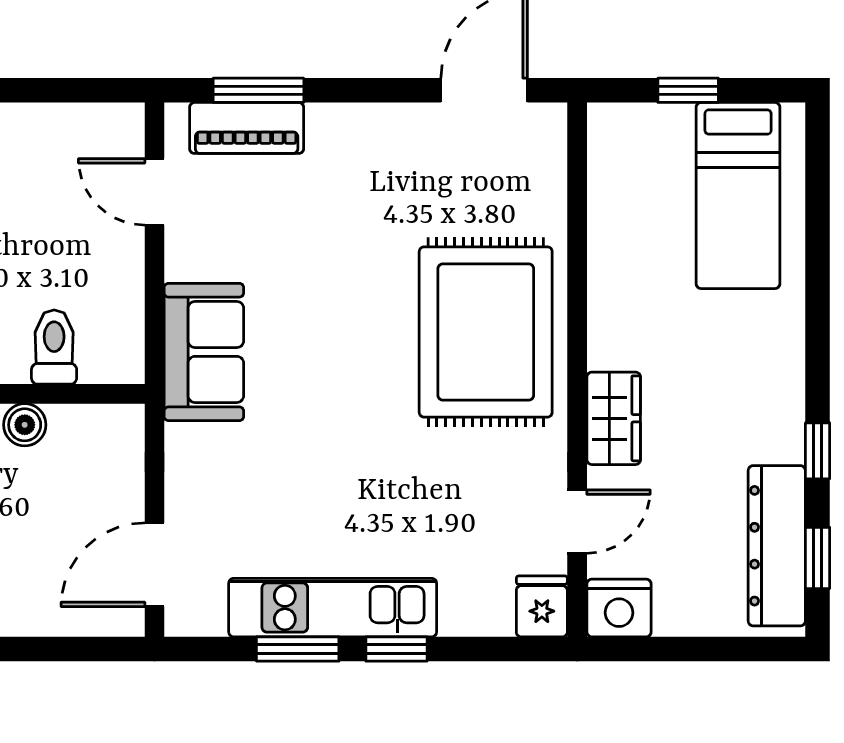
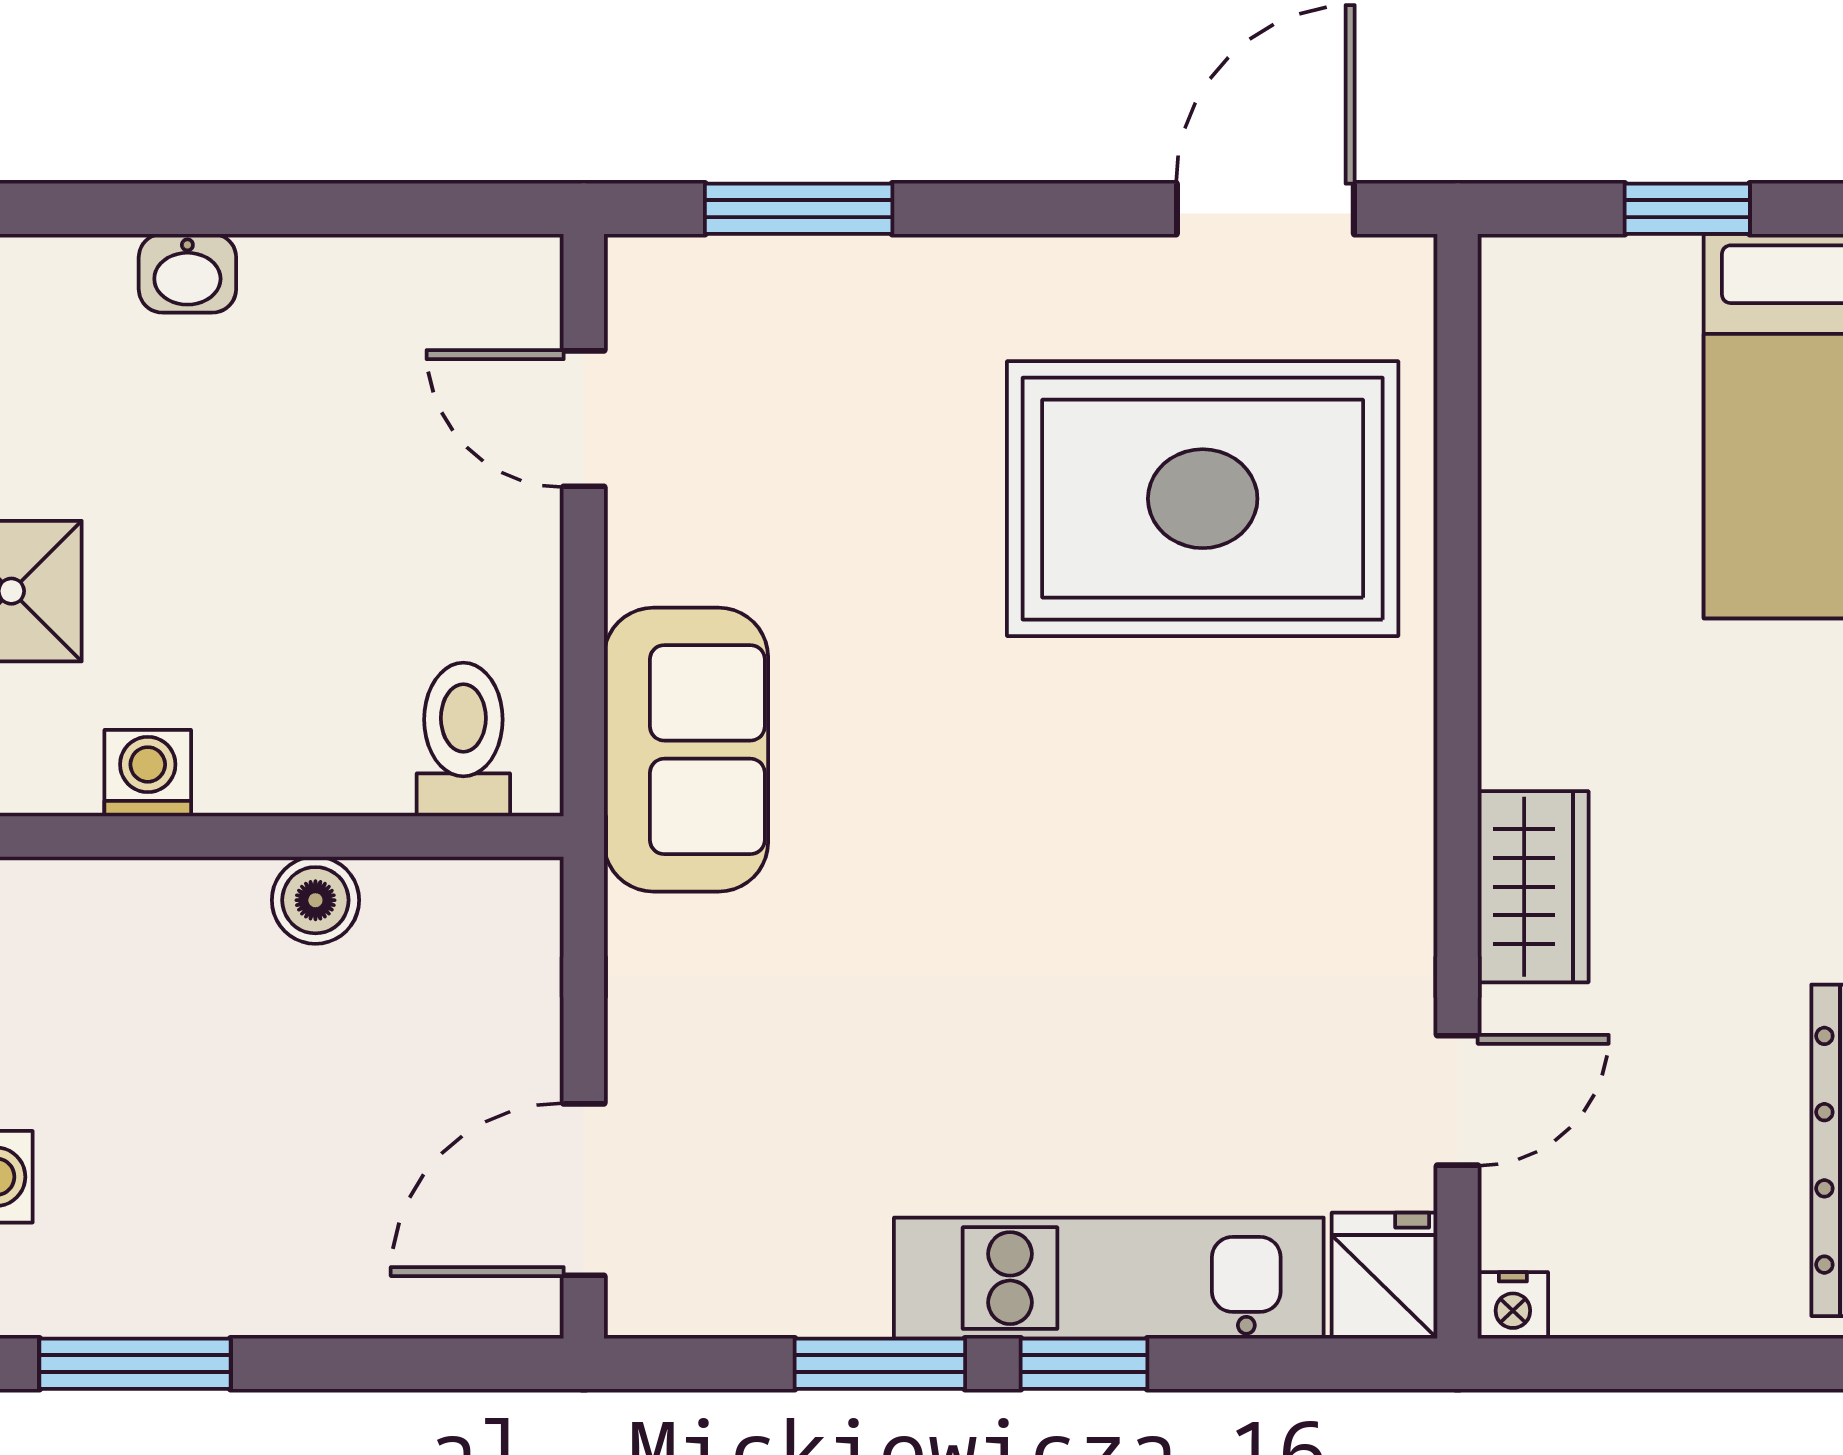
piano: (247, 128) -> (774, 287), removed
rug: (486, 332) -> (1203, 499), moved, turned 90
toilet: (54, 347) -> (463, 740), moved
kitchen unit: (333, 608) -> (1109, 1278), moved
nightstand: (619, 608) -> (1513, 1305), width x0.53, depth x0.56

